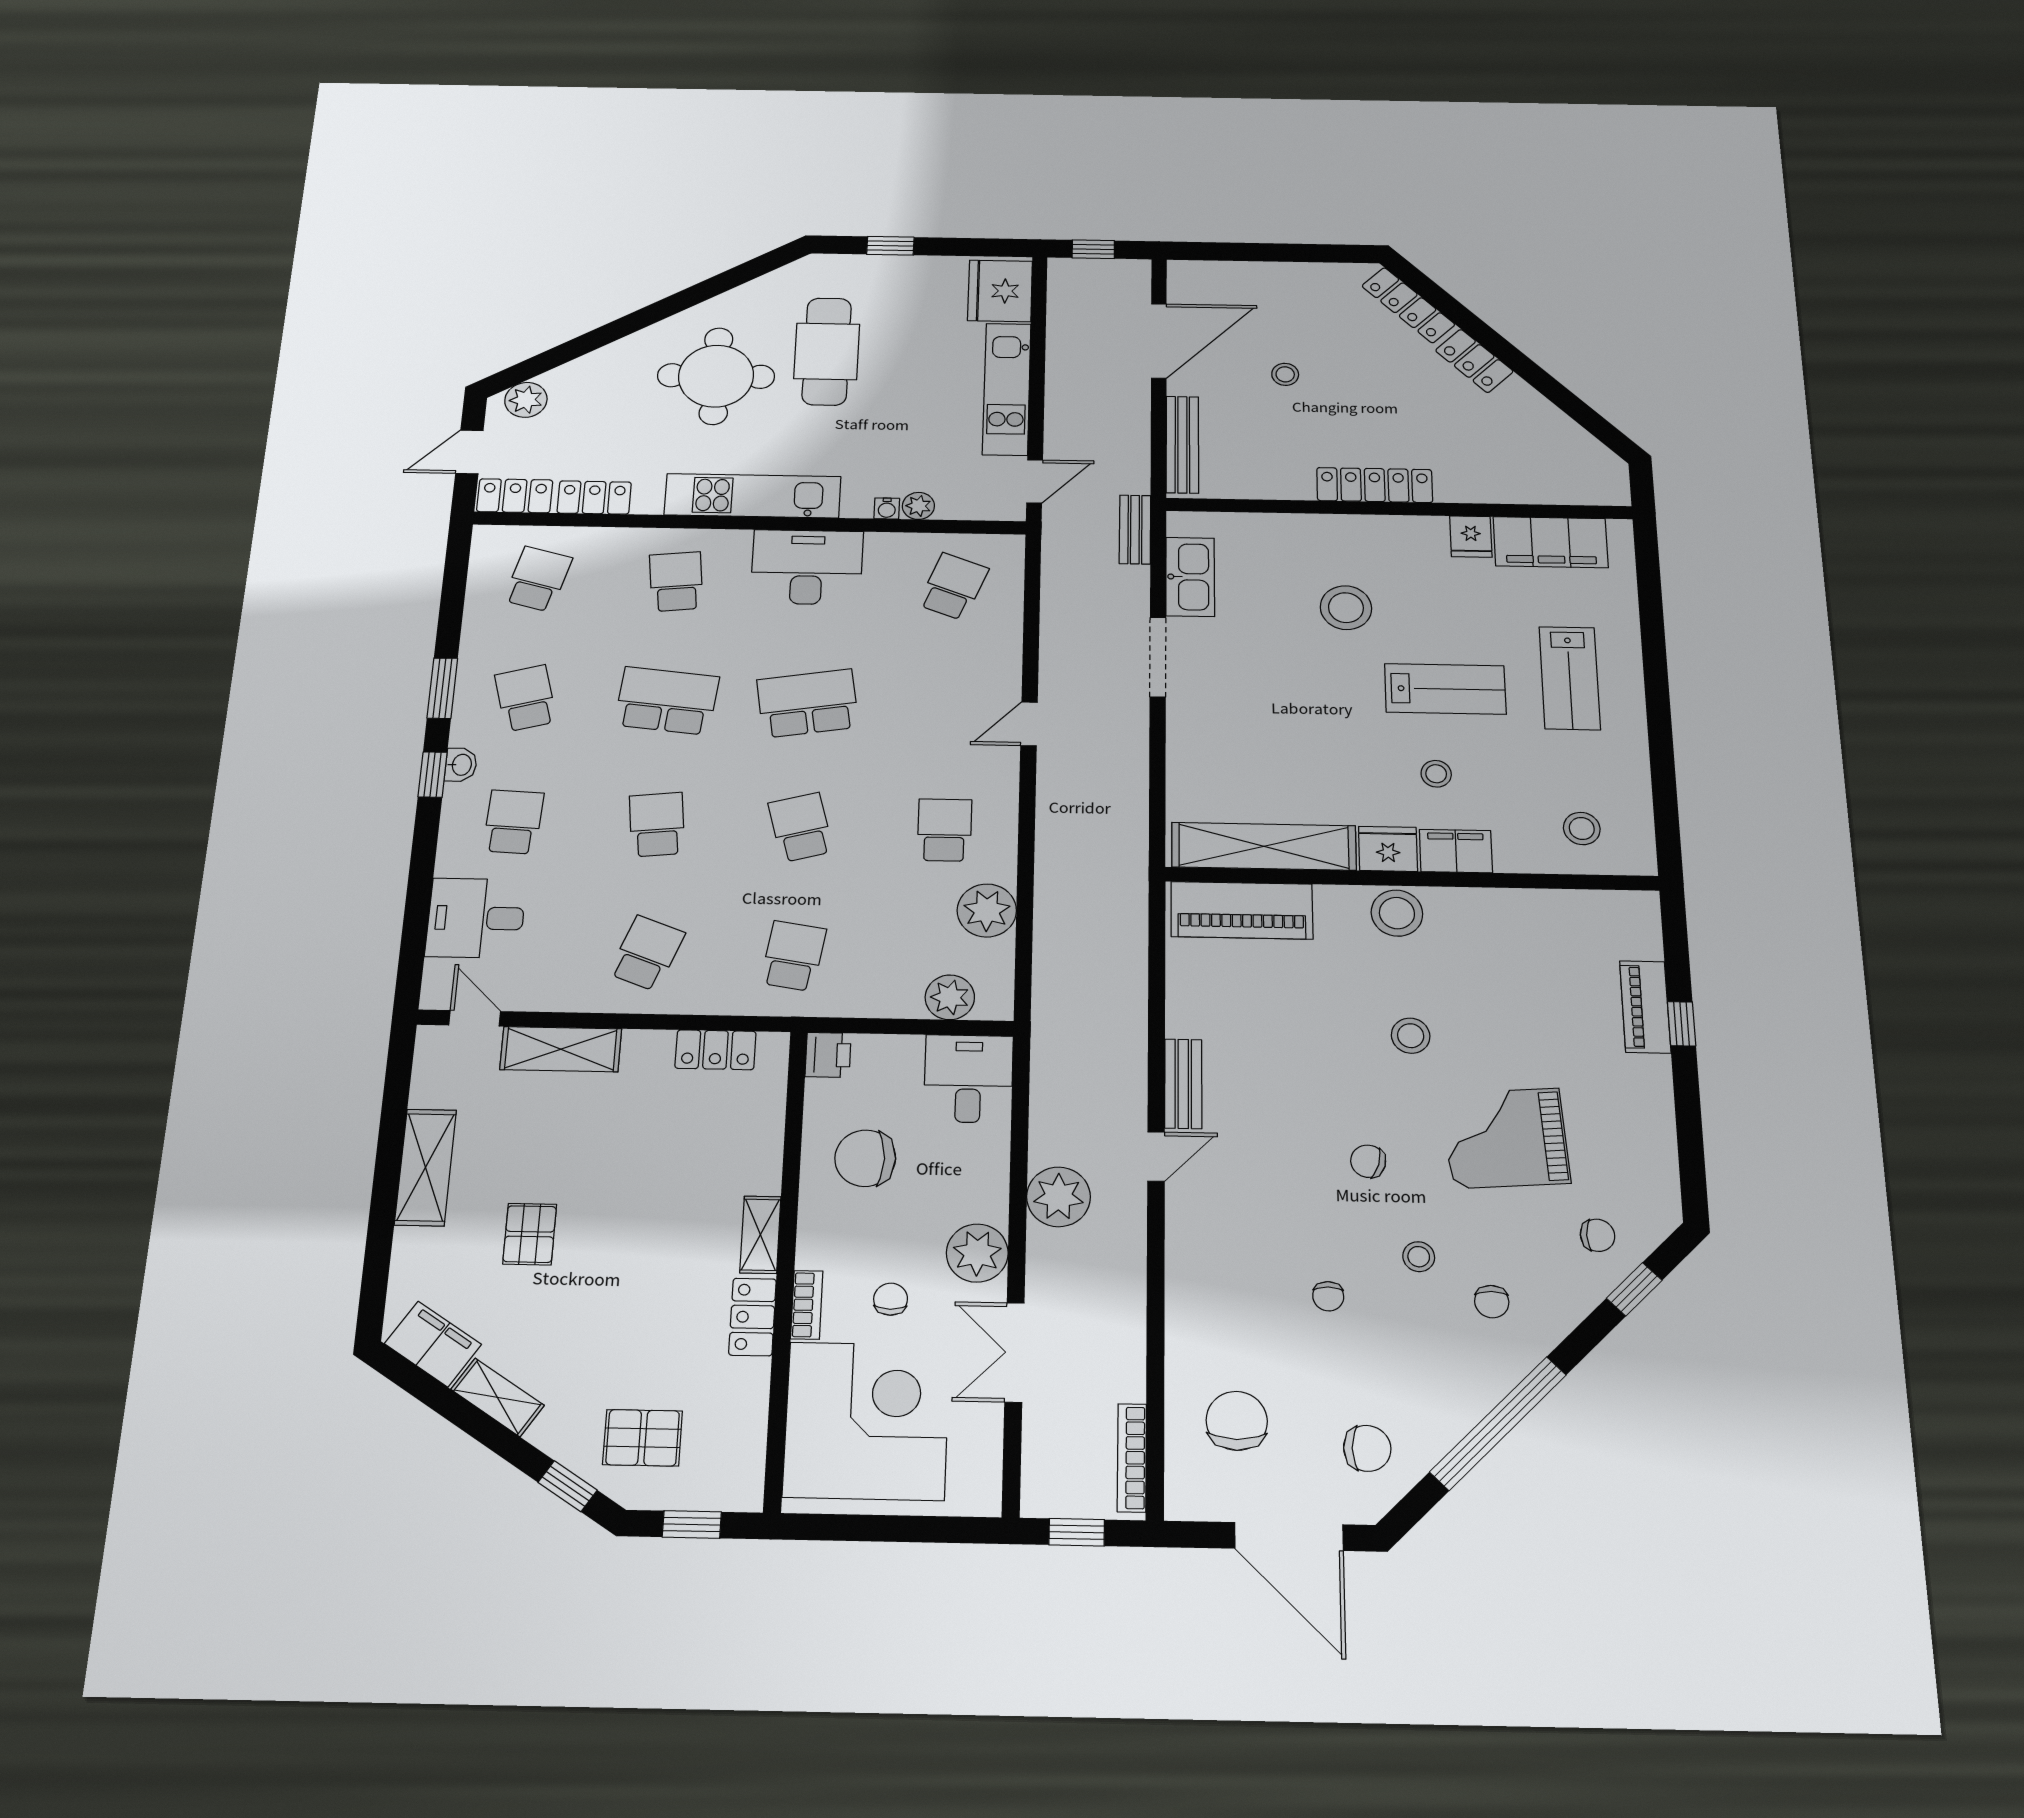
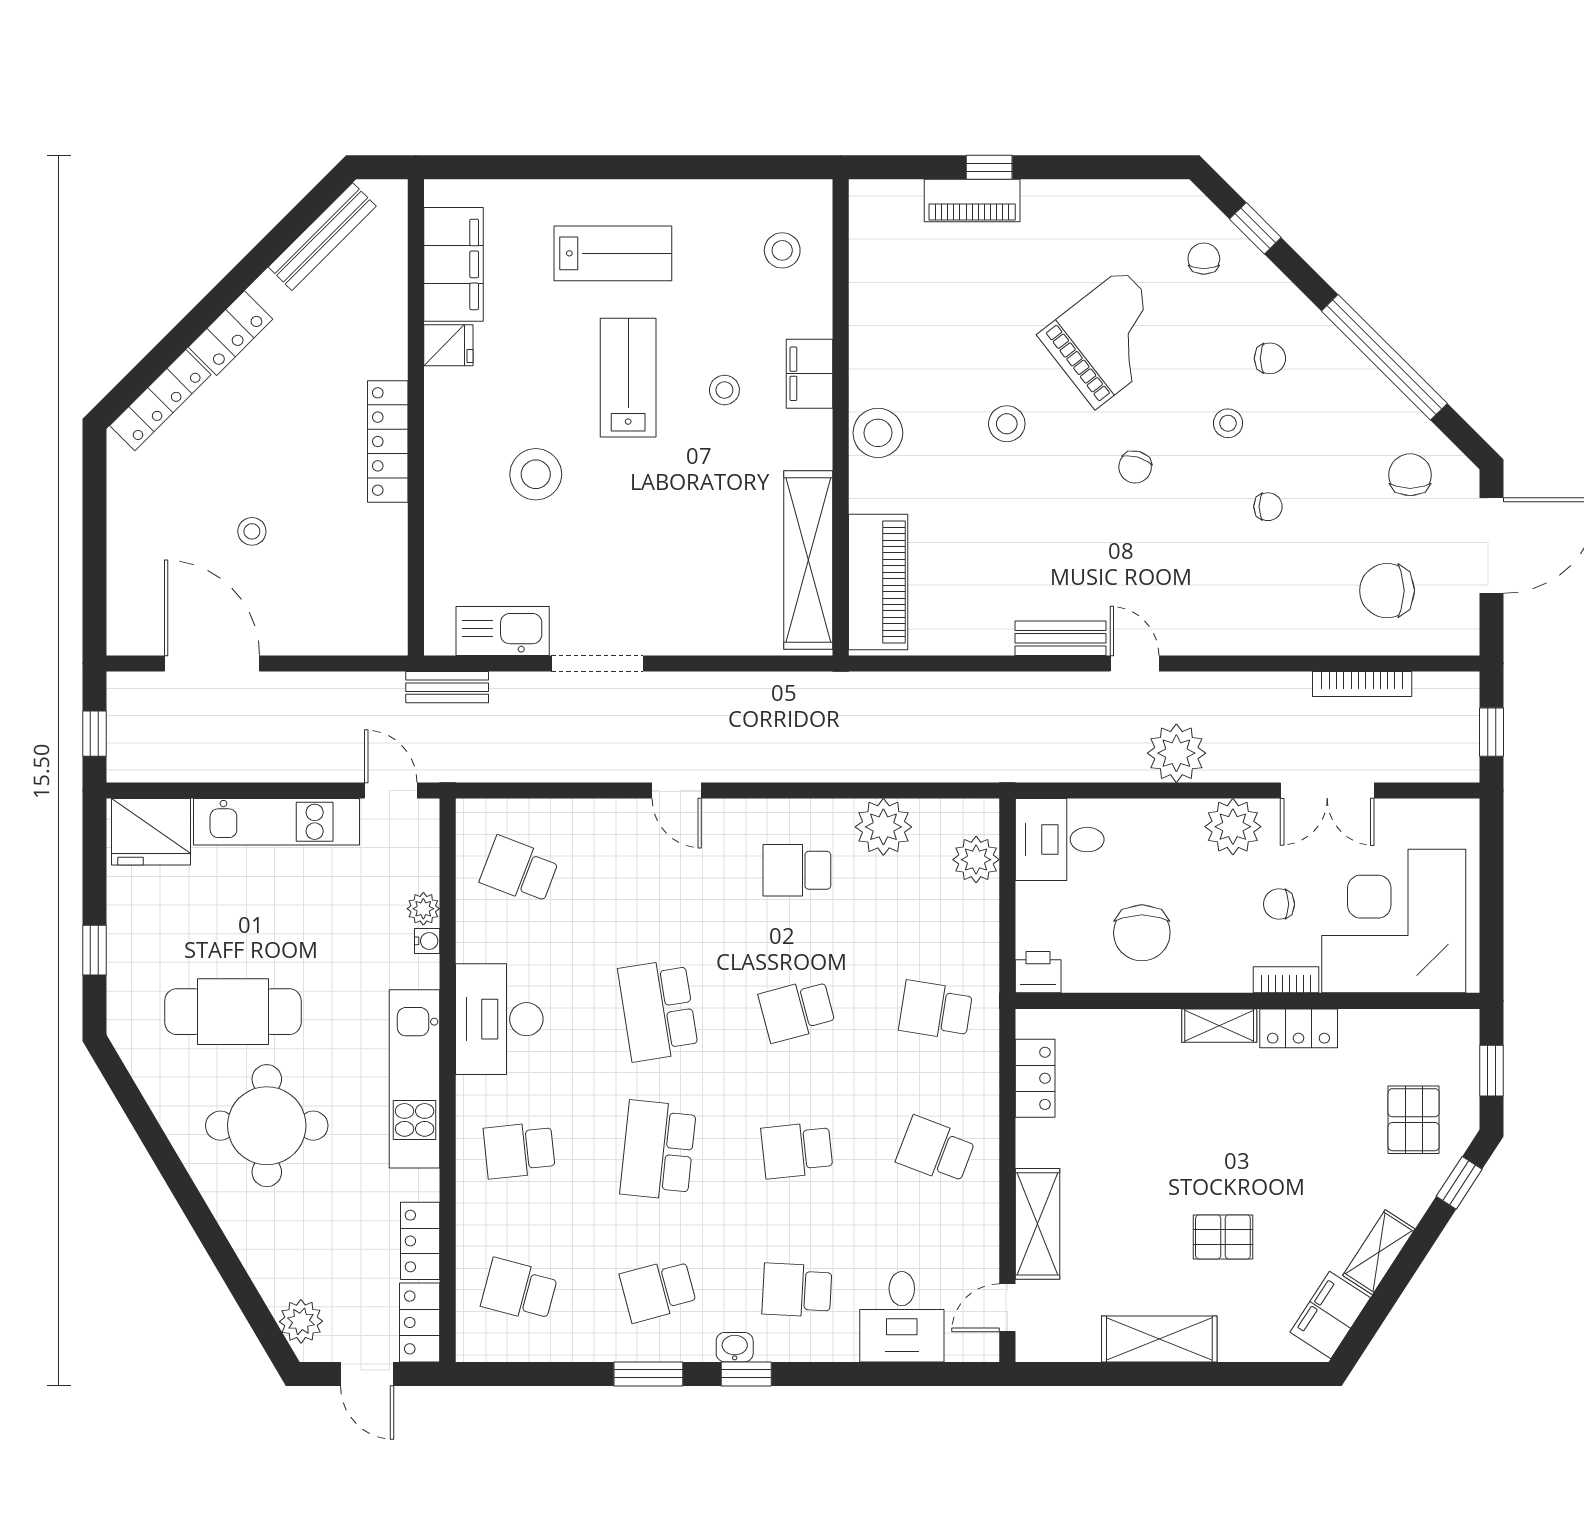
bench: (1182, 445) -> (322, 237), moved, turned -45
fridge: (1388, 849) -> (809, 440), removed
grand piano: (1506, 1138) -> (1109, 338), turned -124
bookcase: (1132, 1458) -> (1362, 684), moved

